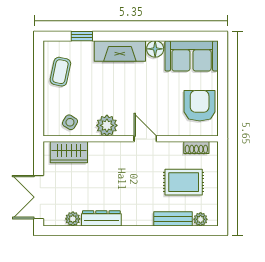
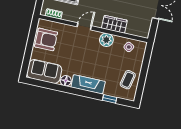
armchair: (200, 106) -> (46, 39), turned -90
door: (145, 139) -> (84, 26), swing flipped
wardrobe: (69, 152) -> (114, 24), moved

